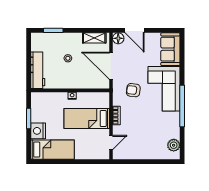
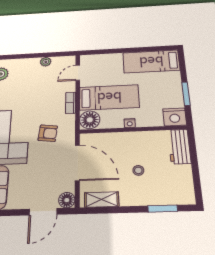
door: (135, 30) -> (43, 212), swing flipped
workbench: (38, 70) -> (179, 147), width x0.73
floor lamp: (102, 100) -> (90, 120), added
nightstand: (38, 131) -> (175, 117), moved, turned 90
plant: (137, 155) -> (46, 62), added

